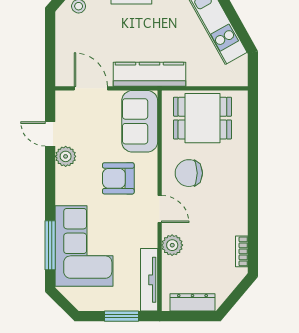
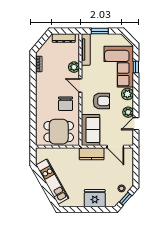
kitchen counter: (150, 74) -> (92, 154), width x0.67
door: (50, 134) -> (136, 124), swing flipped
chair: (189, 173) -> (66, 104), turned 90
plant: (67, 192) -> (127, 94), added
window: (50, 245) -> (136, 67), width x0.46

